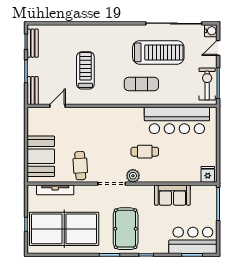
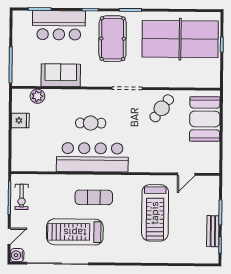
bench: (33, 43) -> (213, 231), moved
treadmill: (85, 70) -> (155, 213), width x1.37, depth x1.38
exercise bike: (207, 84) -> (22, 197), width x0.73, depth x0.72
bench: (33, 91) -> (213, 191), removed
bar counter: (177, 120) -> (92, 157), moved
cafe table: (80, 166) -> (162, 108), turned 40
fridge: (208, 174) -> (20, 120), moved, turned -90
plant: (133, 176) -> (37, 96), moved
tv unit: (55, 190) -> (189, 82), removed
bar counter: (193, 240) -> (59, 25), moved

